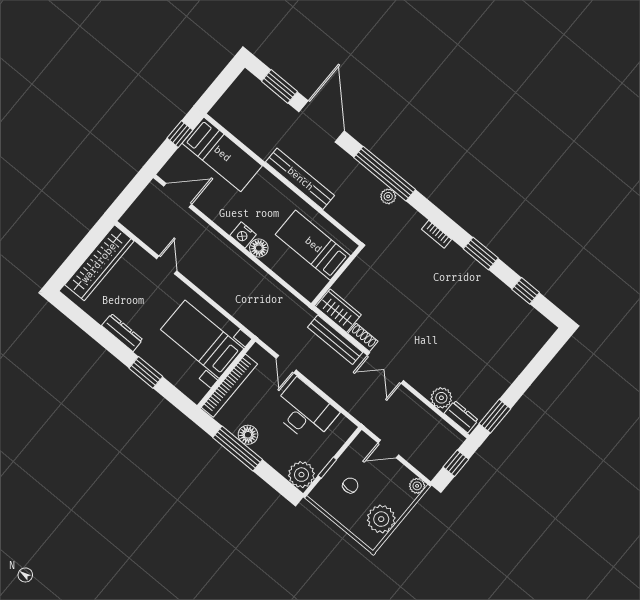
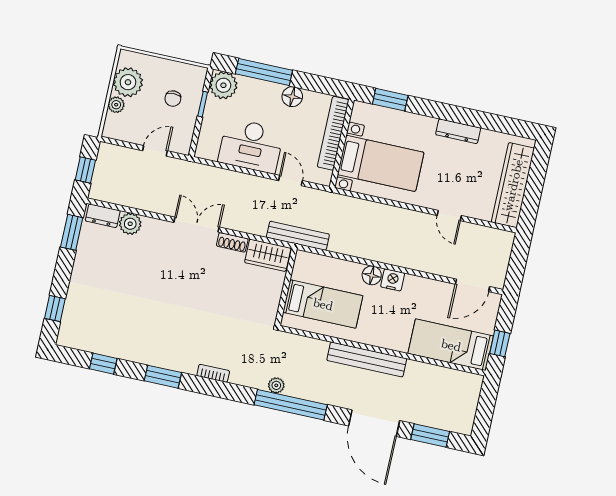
bench: (335, 340) -> (298, 236), moved
window: (543, 359) -> (55, 309), added
window: (146, 372) -> (390, 100), moved
window: (238, 449) -> (264, 72), moved
plant: (417, 486) -> (116, 105), moved

